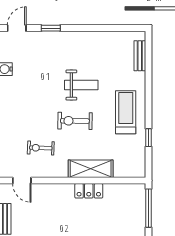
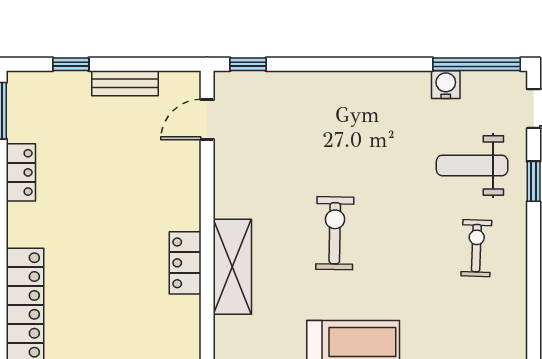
weight bench: (81, 85) -> (472, 165), moved, turned 90
exercise bike: (41, 148) -> (476, 248), moved

